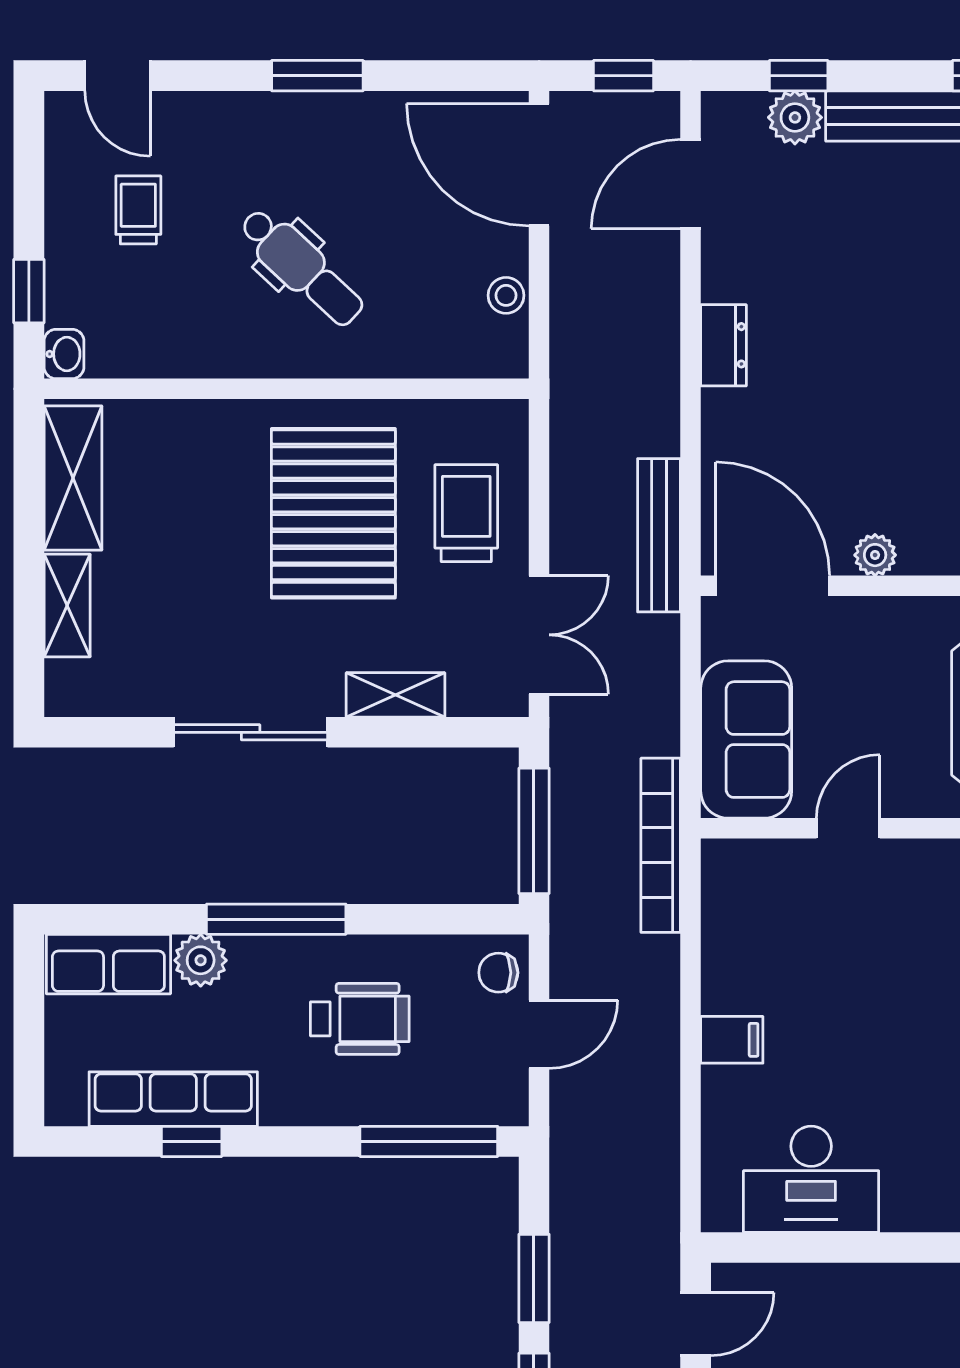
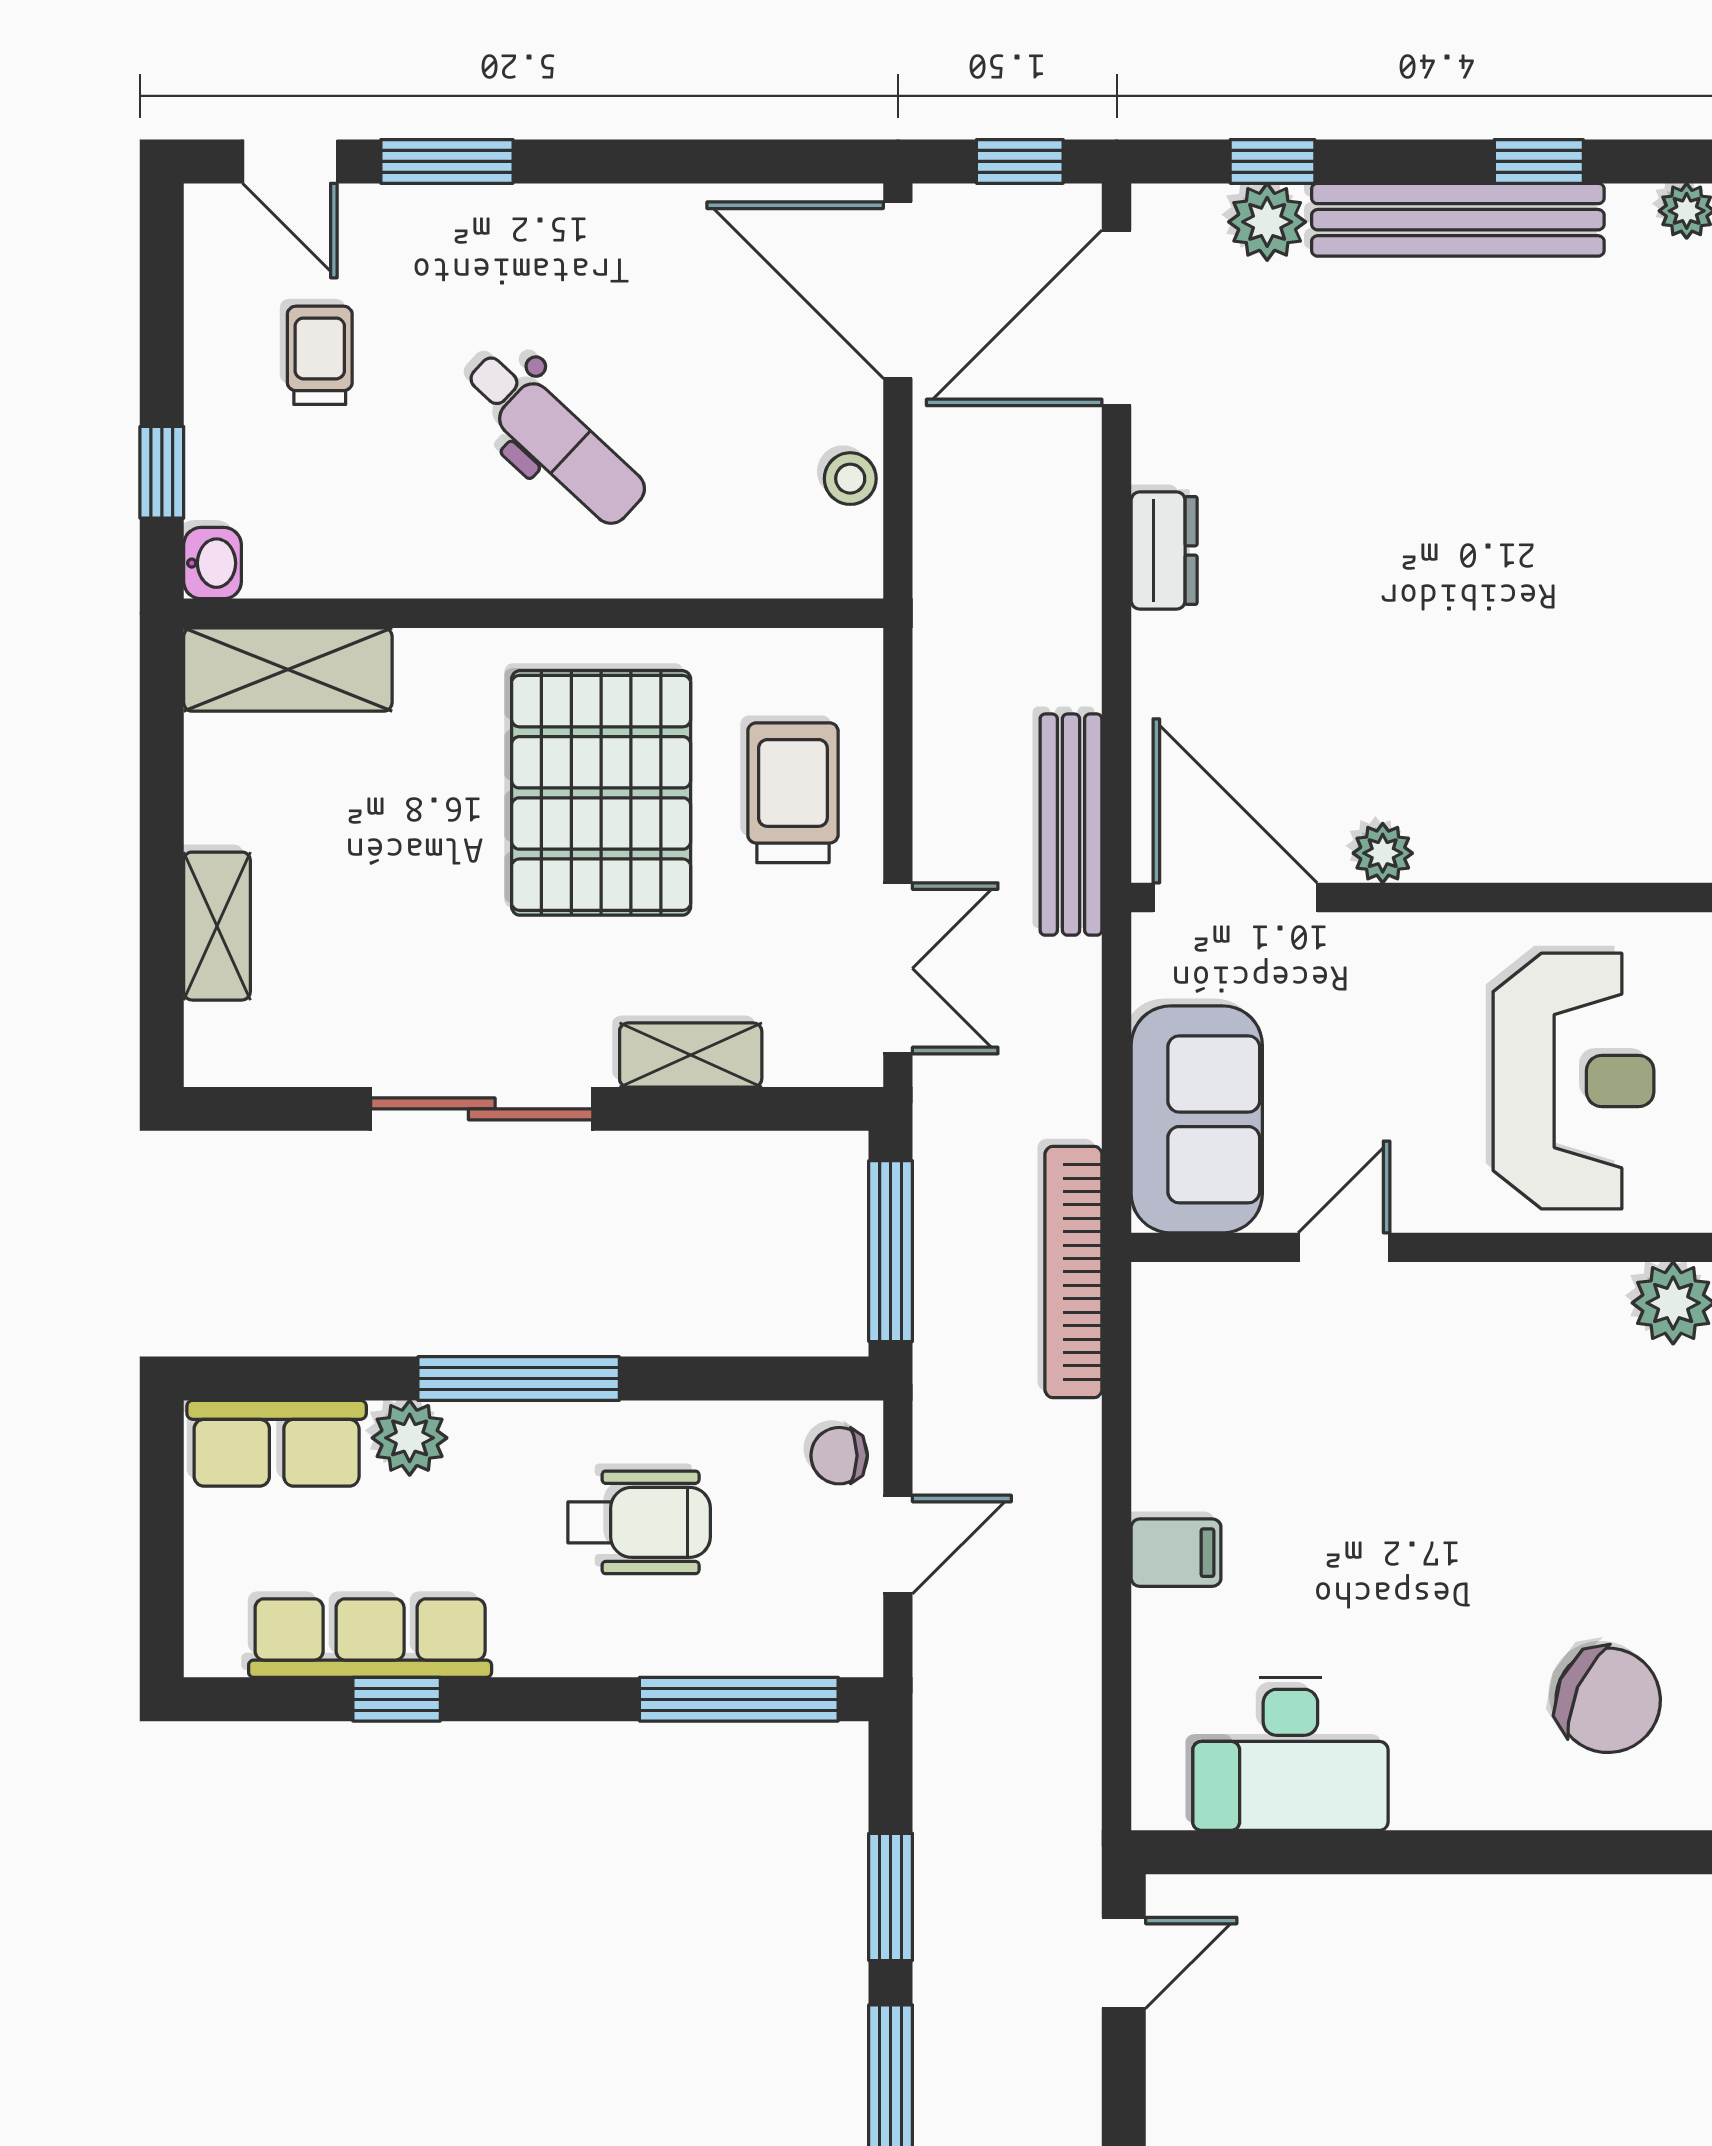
window: (317, 76) -> (447, 161), moved
door: (691, 184) -> (1117, 318), width x1.36
shelving: (73, 478) -> (288, 670), moved, turned 90

